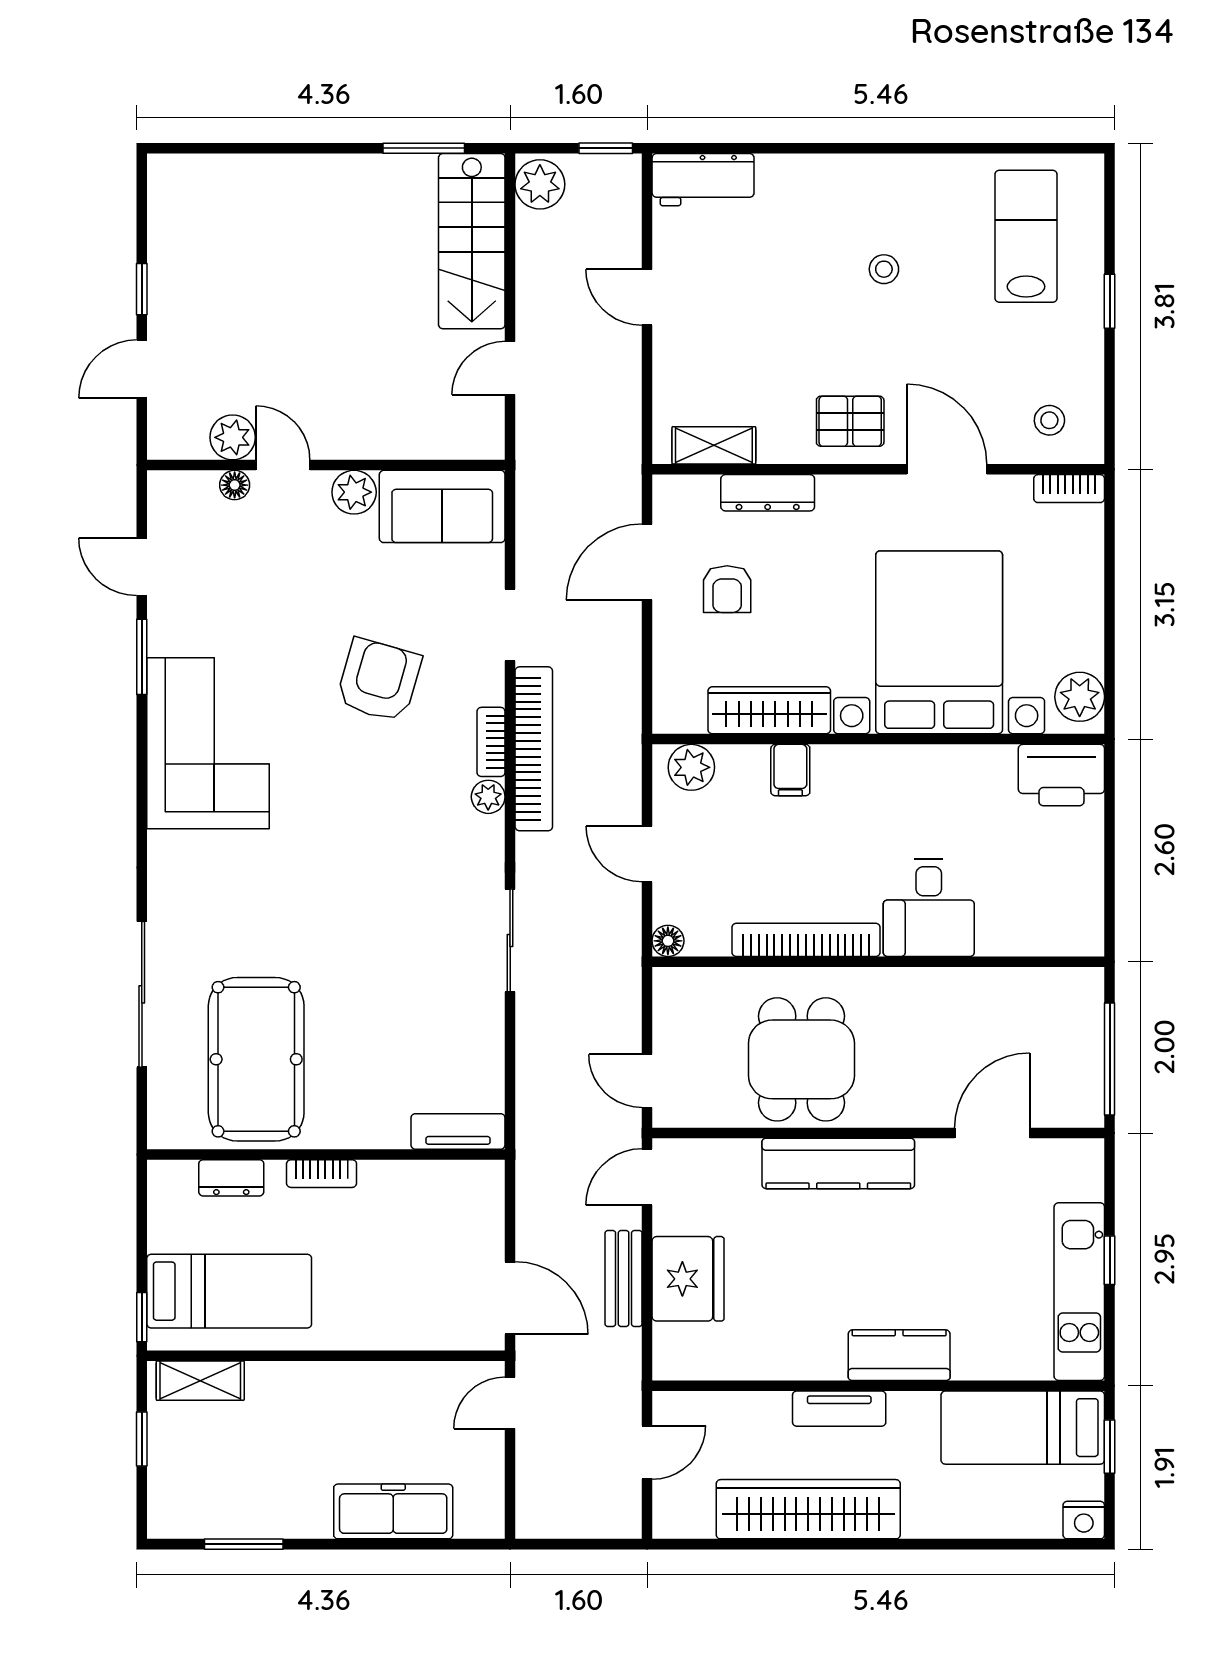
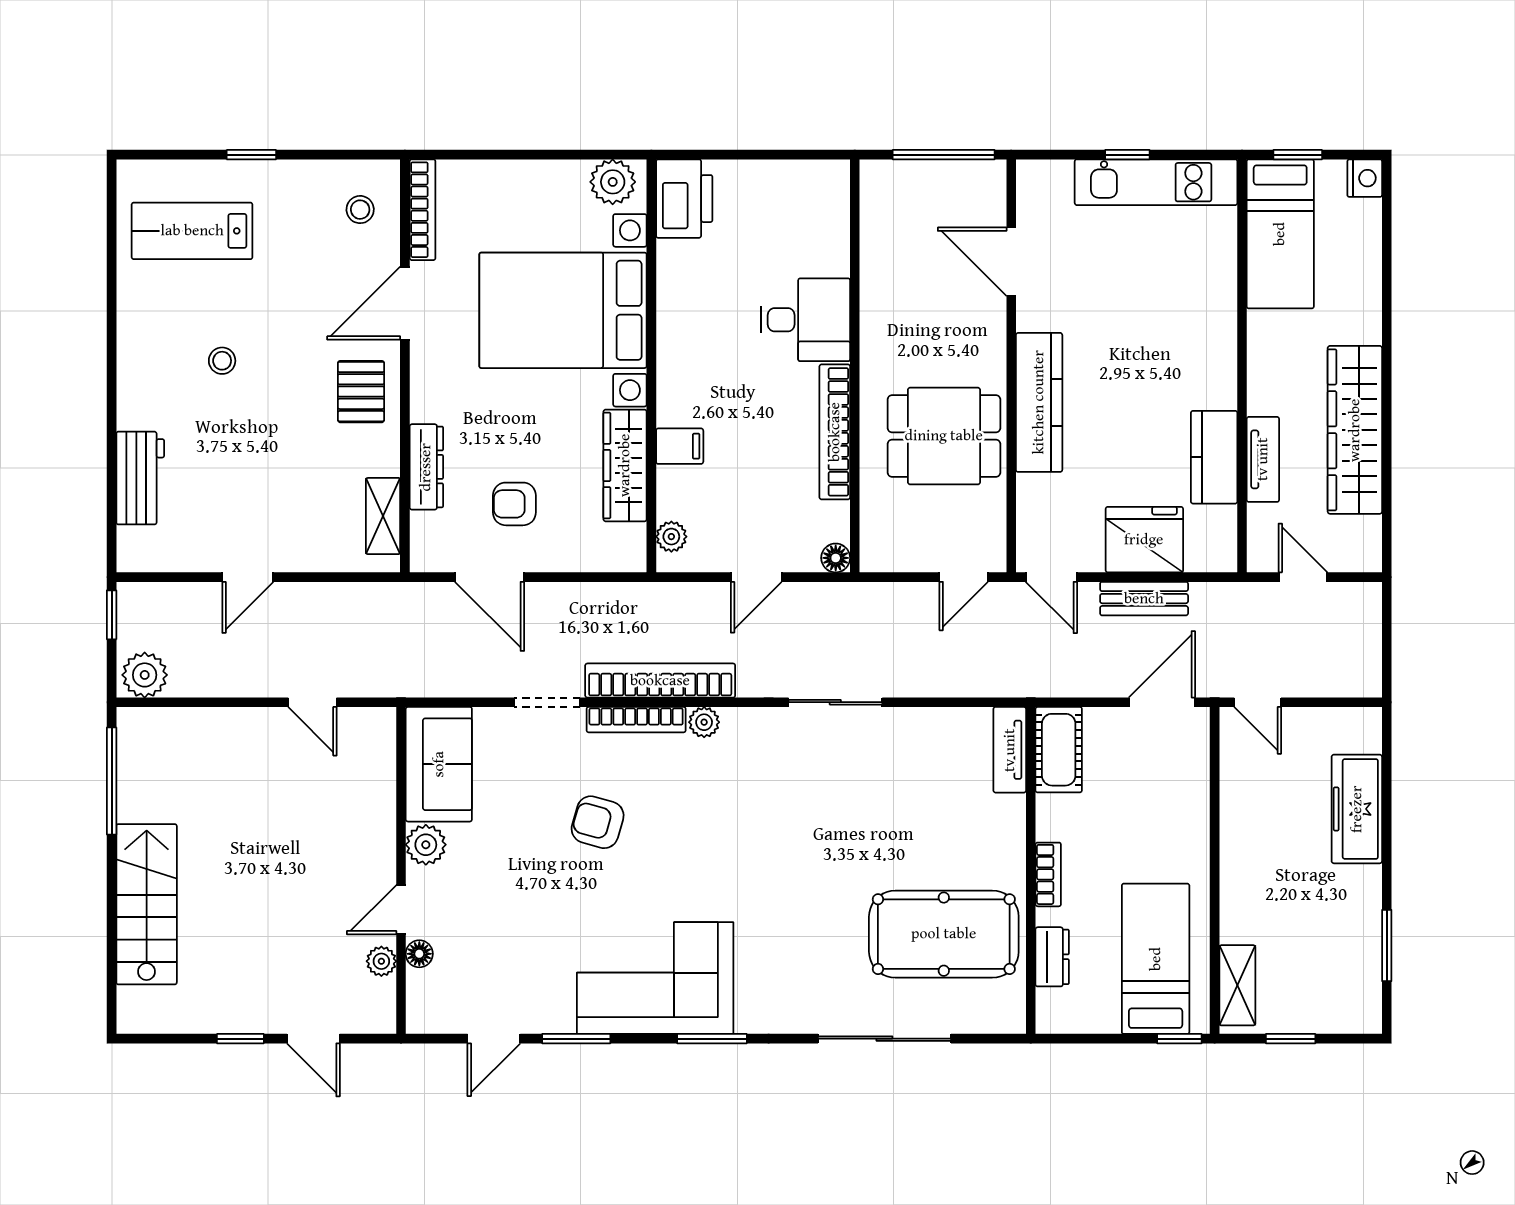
window: (424, 148) -> (112, 781), width x1.44
workbench: (703, 180) -> (140, 478), moved
stairs: (472, 241) -> (147, 904), moved, turned -90
plant: (233, 437) -> (381, 961), width x0.73, depth x0.73
bookcase: (1069, 489) -> (423, 210), width x1.56
armchair: (727, 589) -> (514, 504), turned 180
armchair: (379, 680) -> (598, 822), width x0.72, depth x0.72
bookcase: (491, 742) -> (636, 720), width x1.56
plant: (691, 767) -> (671, 537), width x0.73, depth x0.73
window: (142, 805) -> (712, 1039), added
cot: (458, 1185) -> (1059, 750), added
kitchen counter: (899, 1355) -> (1214, 457), moved
tv unit: (839, 1409) -> (1263, 459), moved

